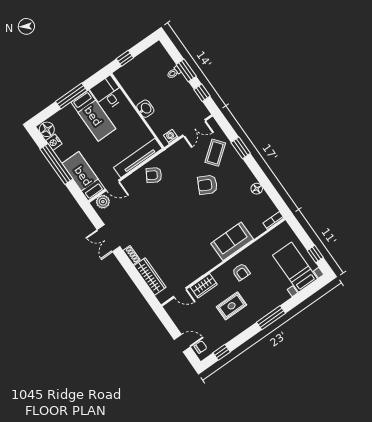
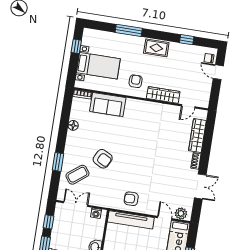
armchair: (154, 175) -> (131, 199), turned 149
sofa: (232, 241) -> (108, 104), moved
bed with nightstands: (295, 267) -> (98, 66), moved, turned -90
wardrobe: (204, 286) -> (163, 95), width x1.50
door: (180, 293) -> (188, 106), swing flipped
rug: (232, 306) -> (156, 48), moved
window: (271, 318) -> (129, 30), moved
window: (222, 352) -> (187, 40), moved

